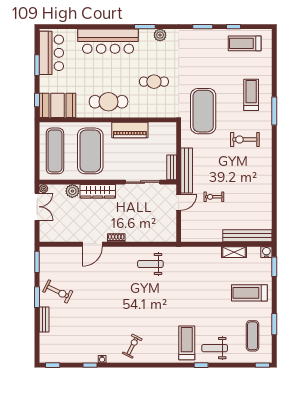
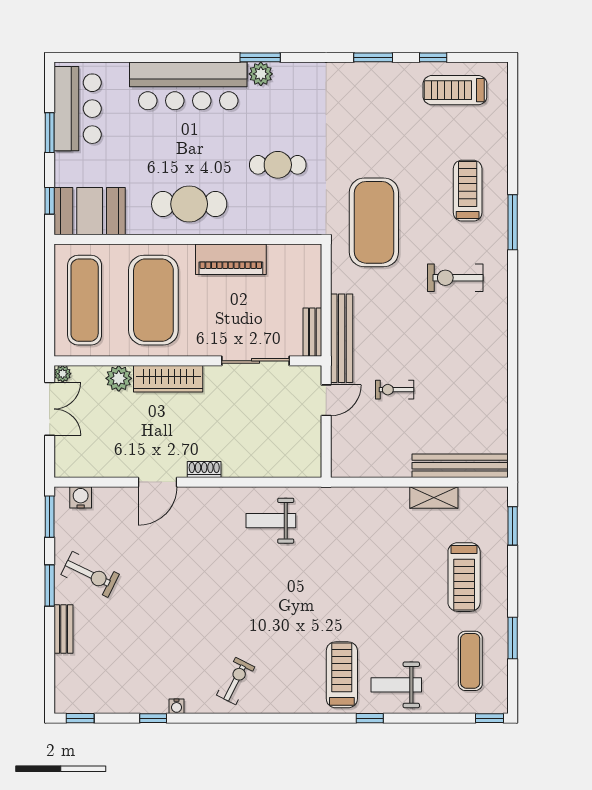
plant: (160, 35) -> (261, 74), moved
water cooler: (266, 252) -> (81, 497), moved
treadmill: (249, 293) -> (464, 577), turned -90

